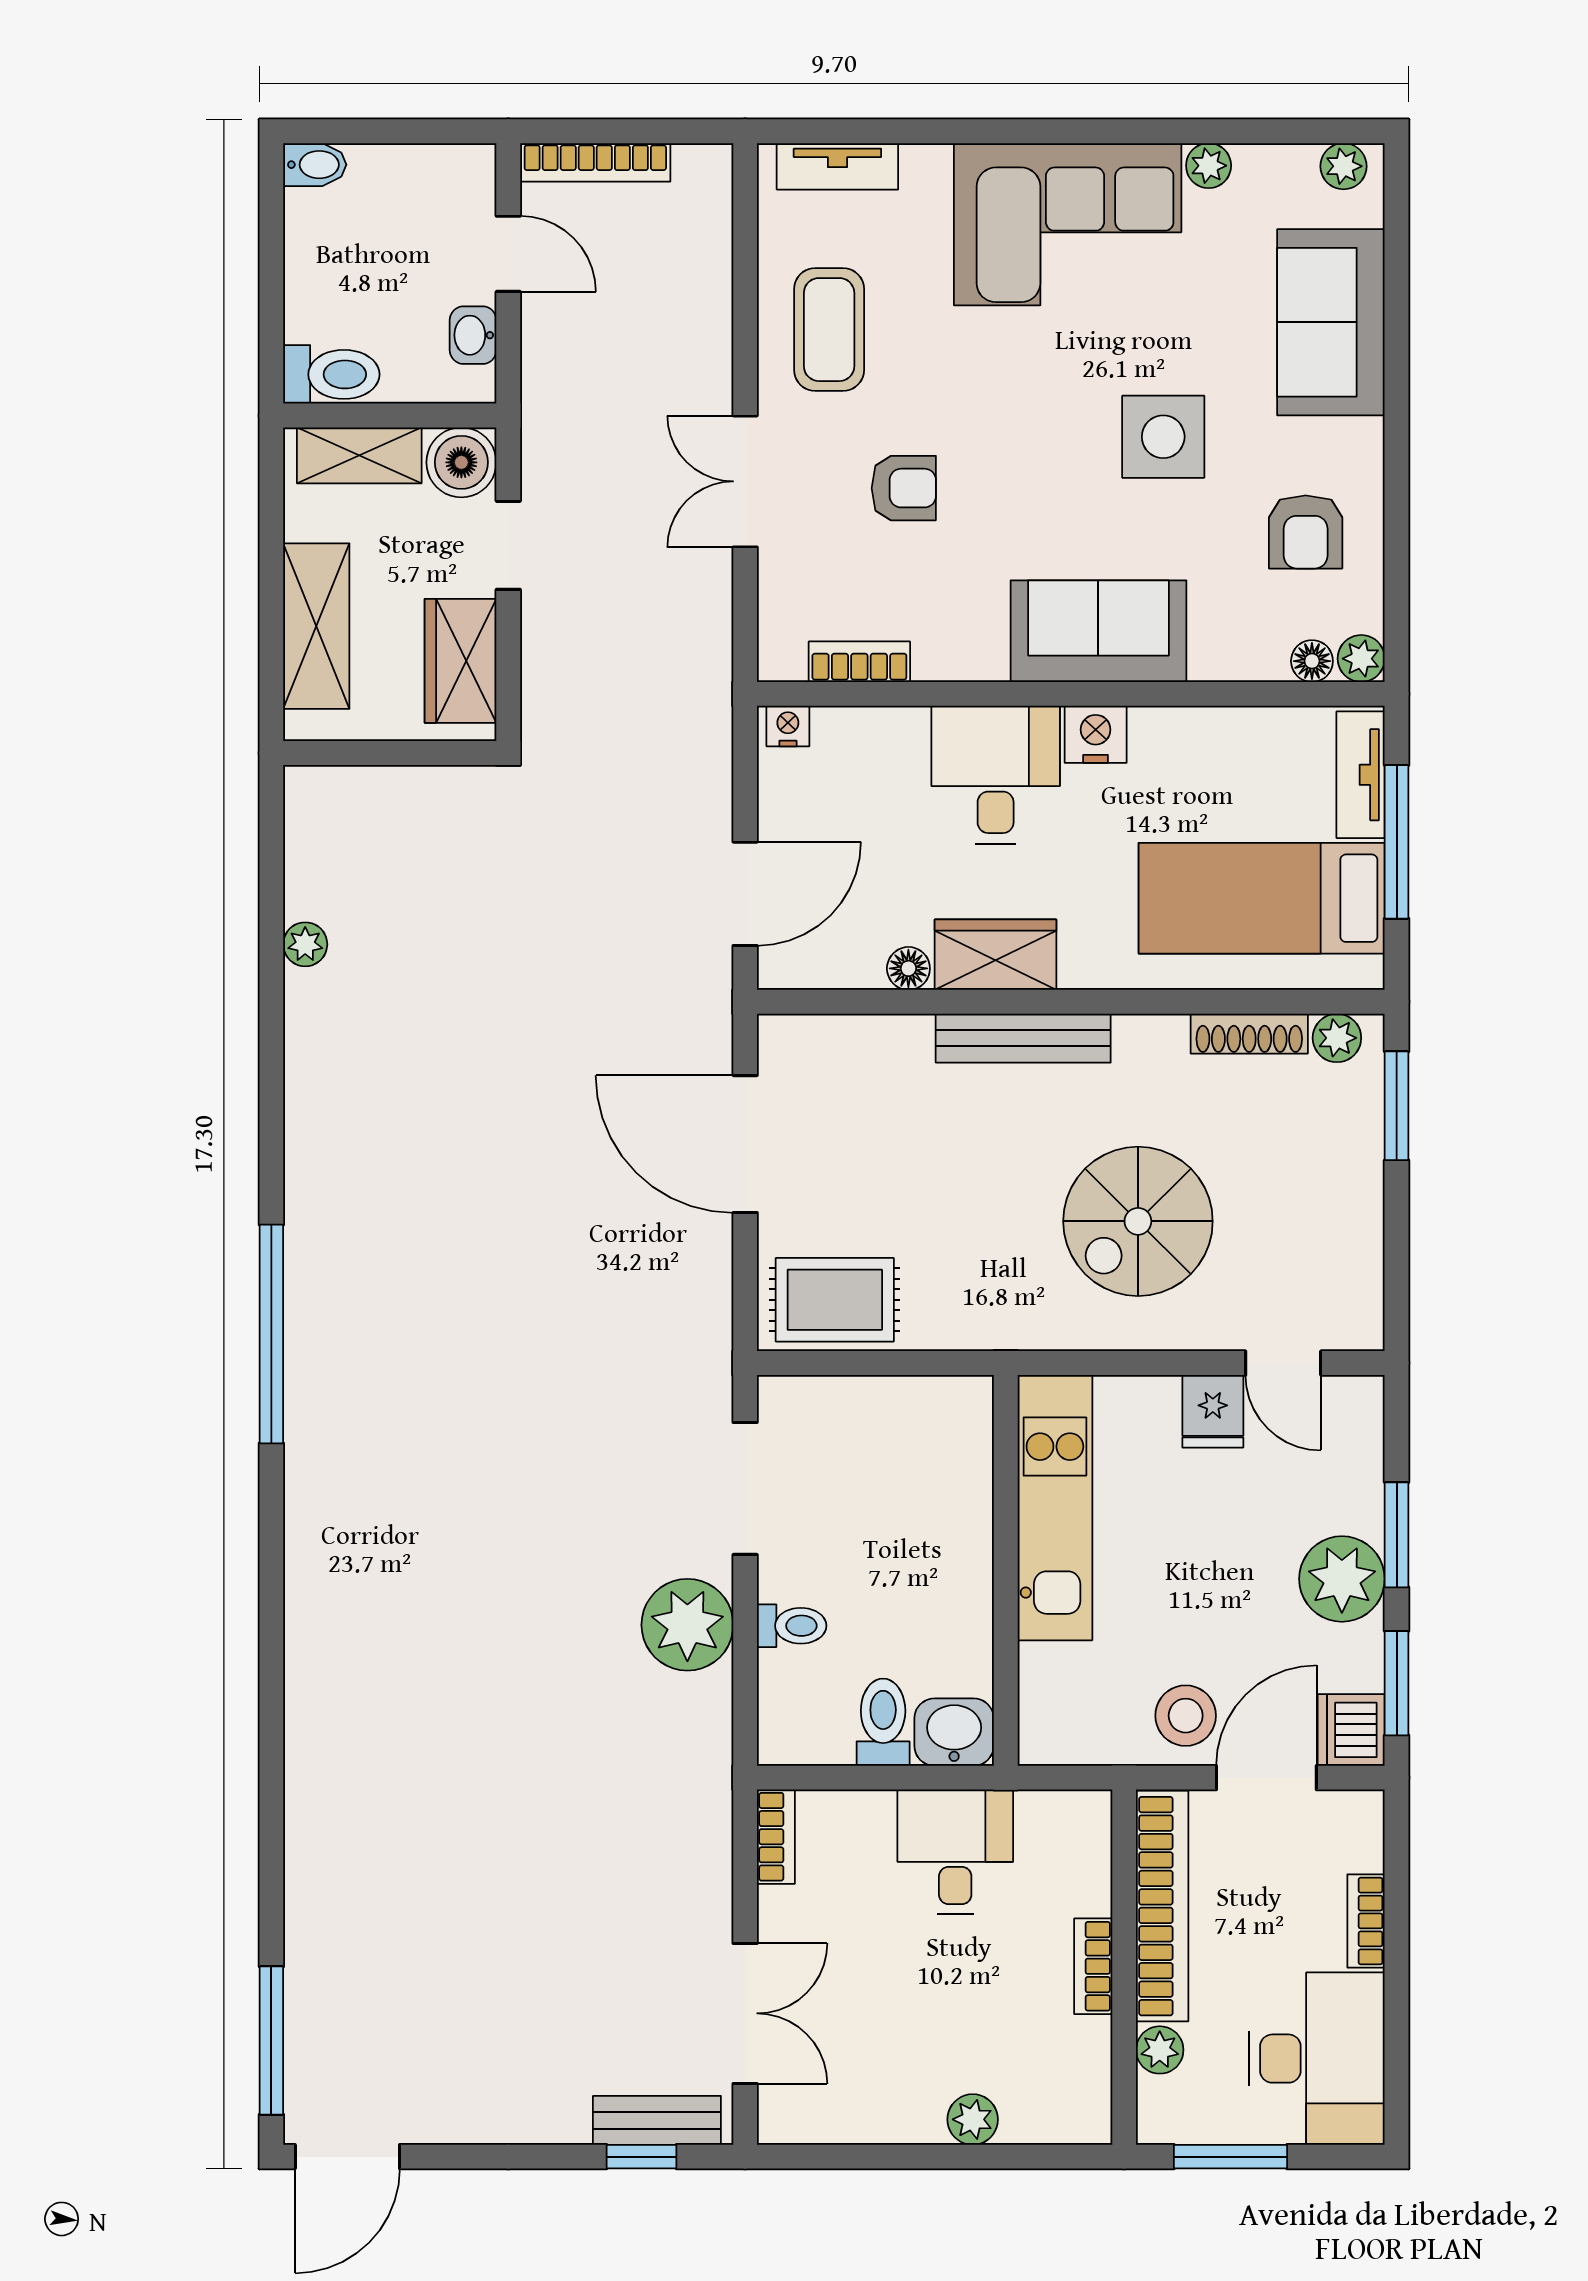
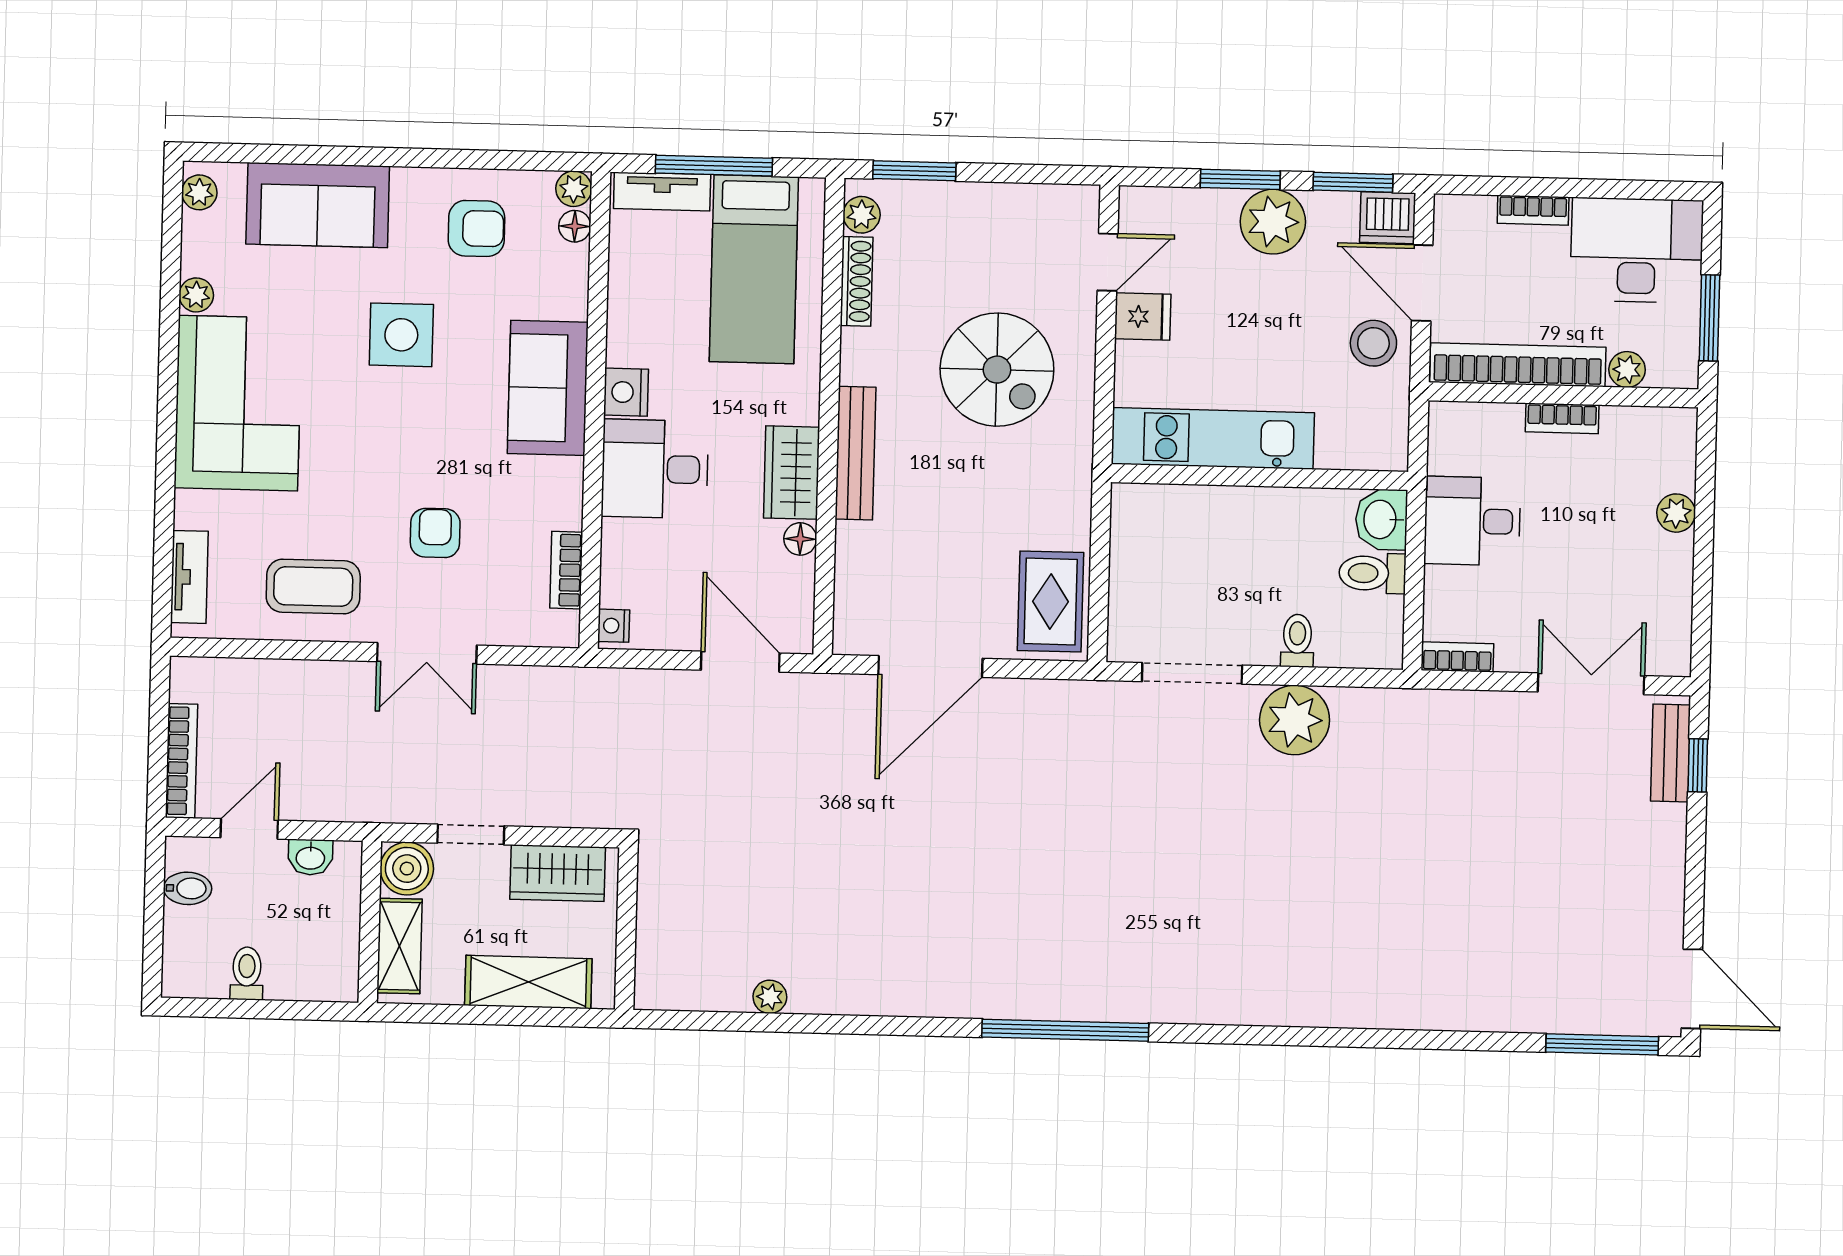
bidet: (315, 165) -> (188, 888), moved, turned 90
toilet: (331, 374) -> (247, 973), moved, width x0.73, depth x0.72

